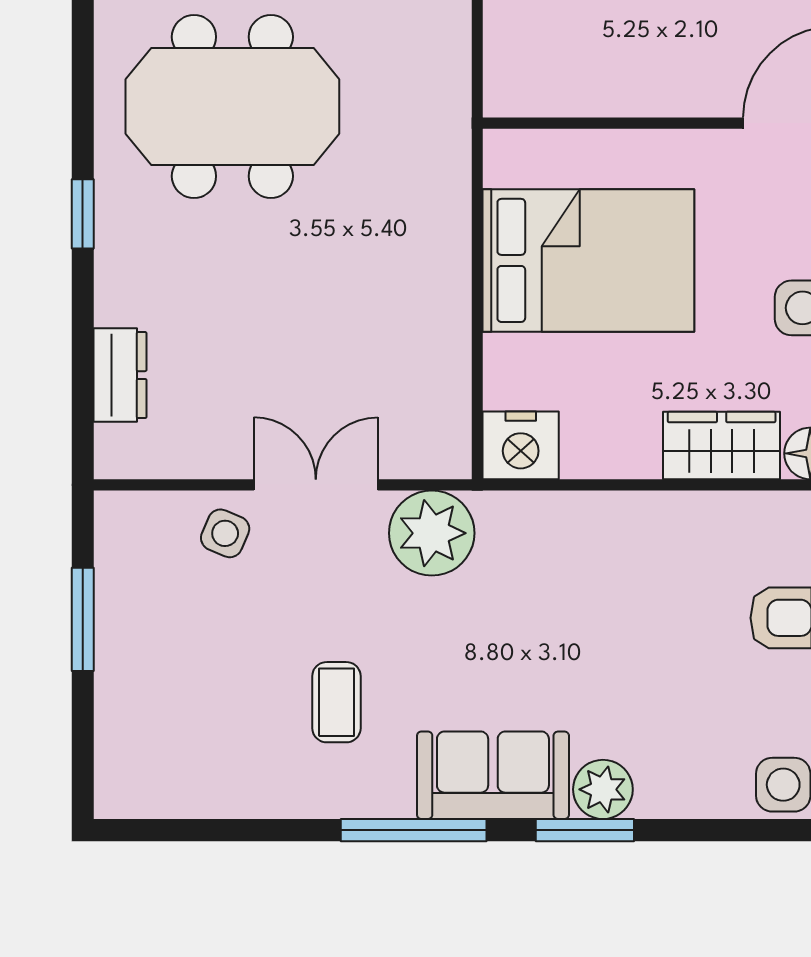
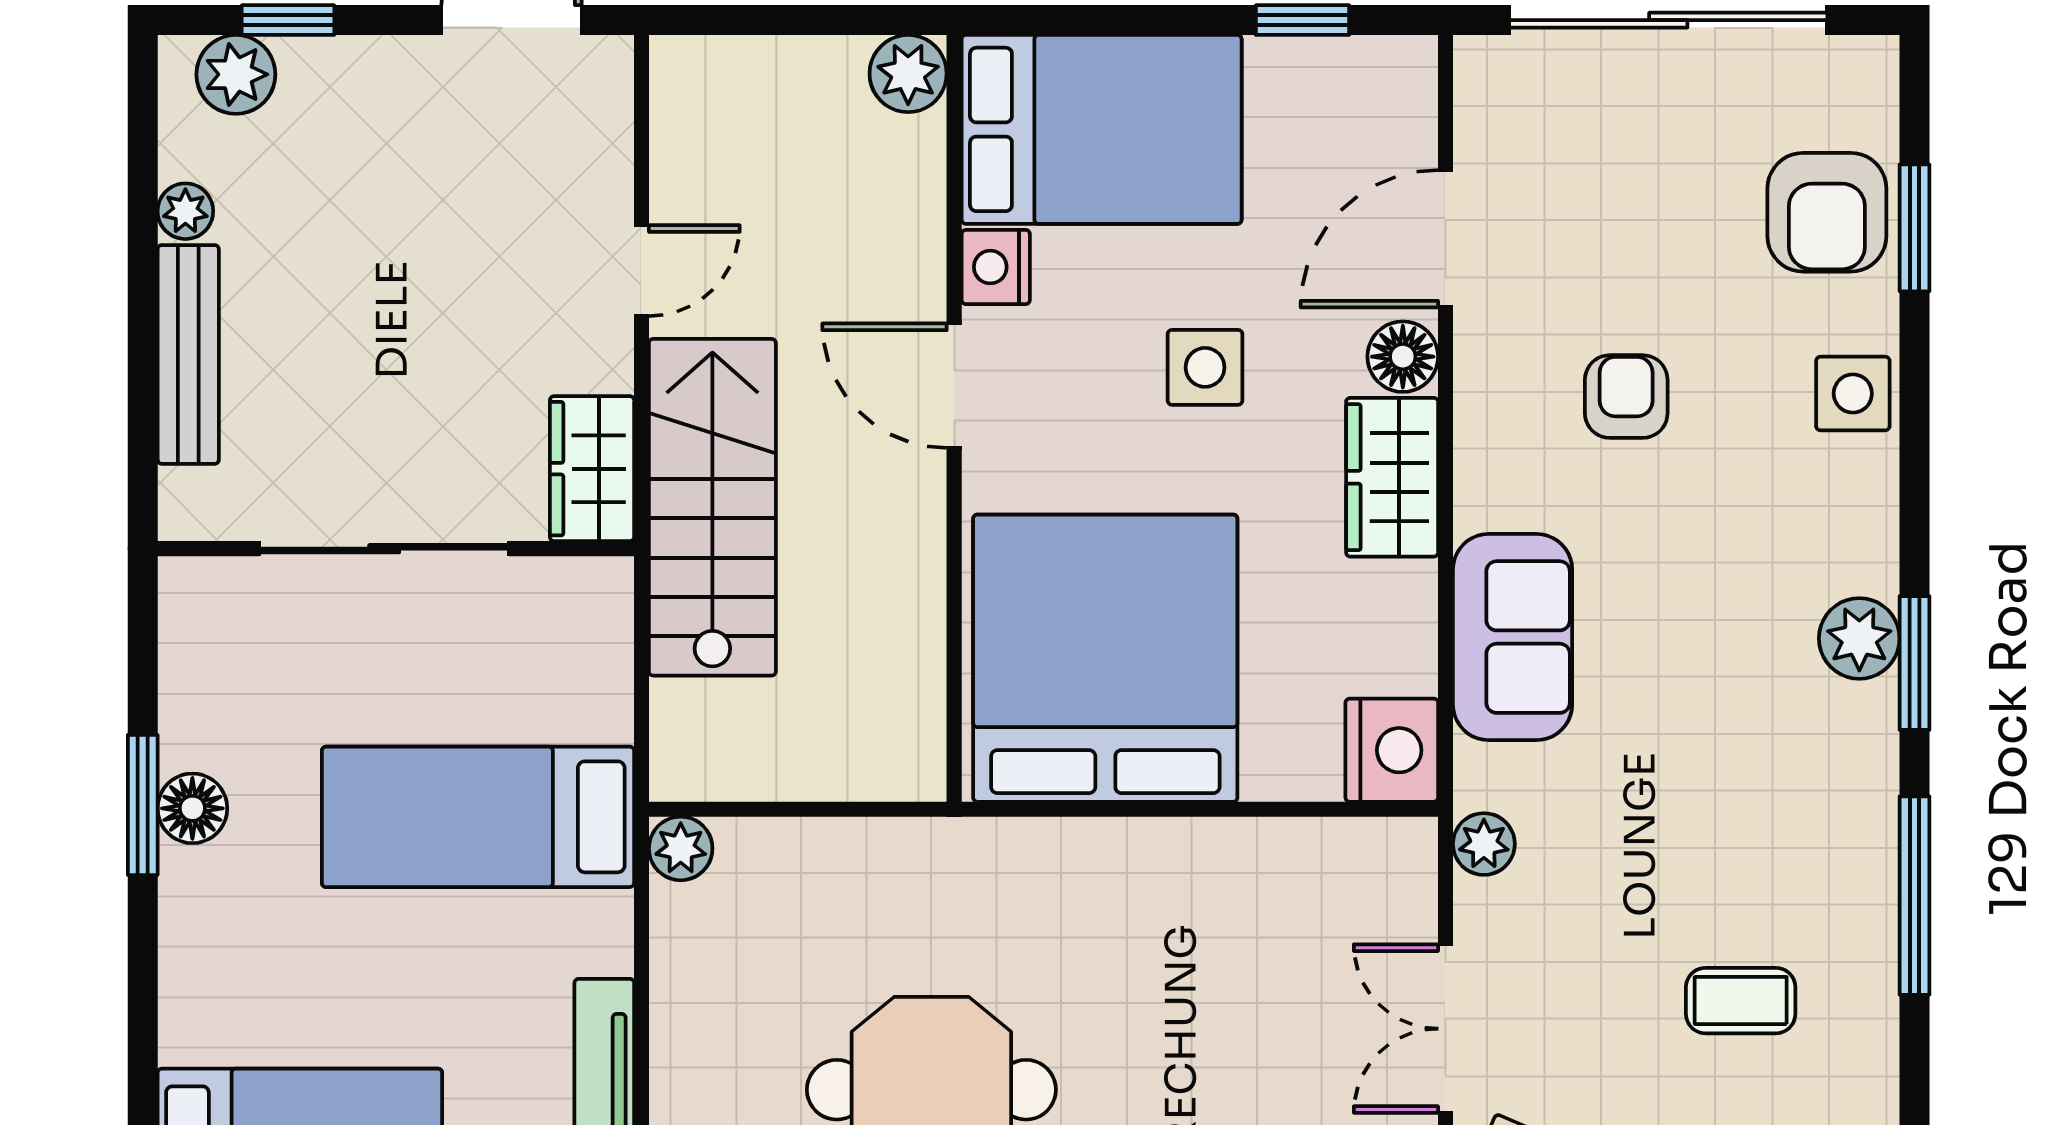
bed: (588, 260) -> (1105, 658), width x1.36
plant: (432, 533) -> (1484, 844), width x0.53, depth x0.53
sofa: (493, 775) -> (1513, 637), moved, turned 180

